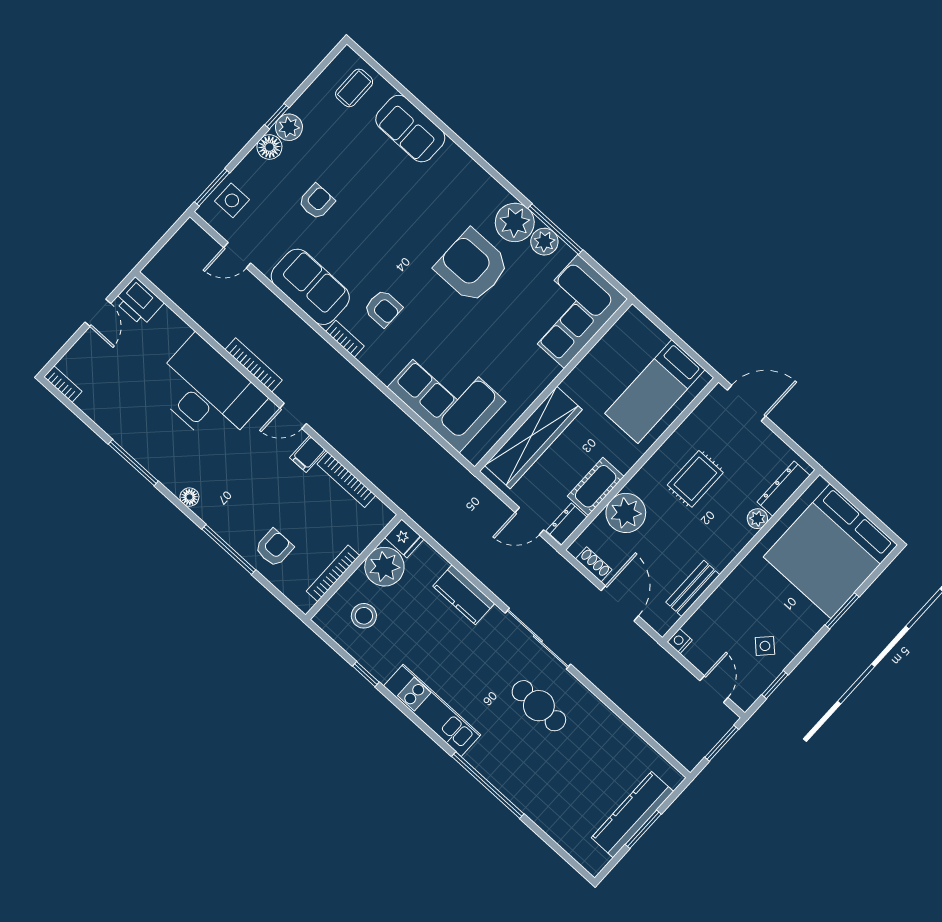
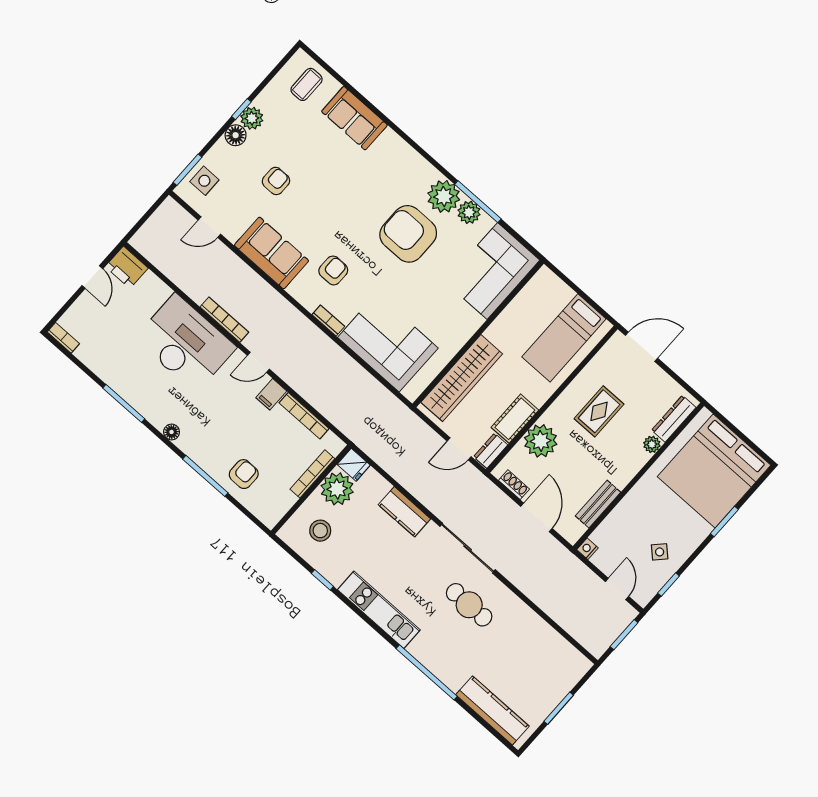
armchair: (383, 308) -> (333, 270), turned -90
bookcase: (345, 339) -> (328, 320), moved
bookcase: (333, 573) -> (312, 474), moved
kitchen counter: (632, 815) -> (492, 710), moved, turned 90

